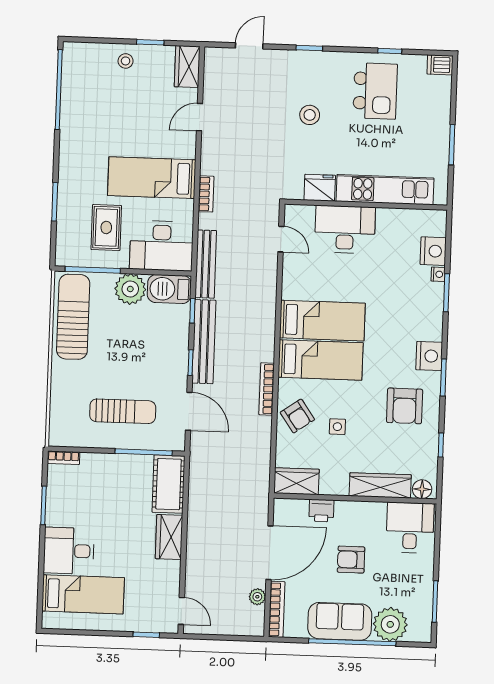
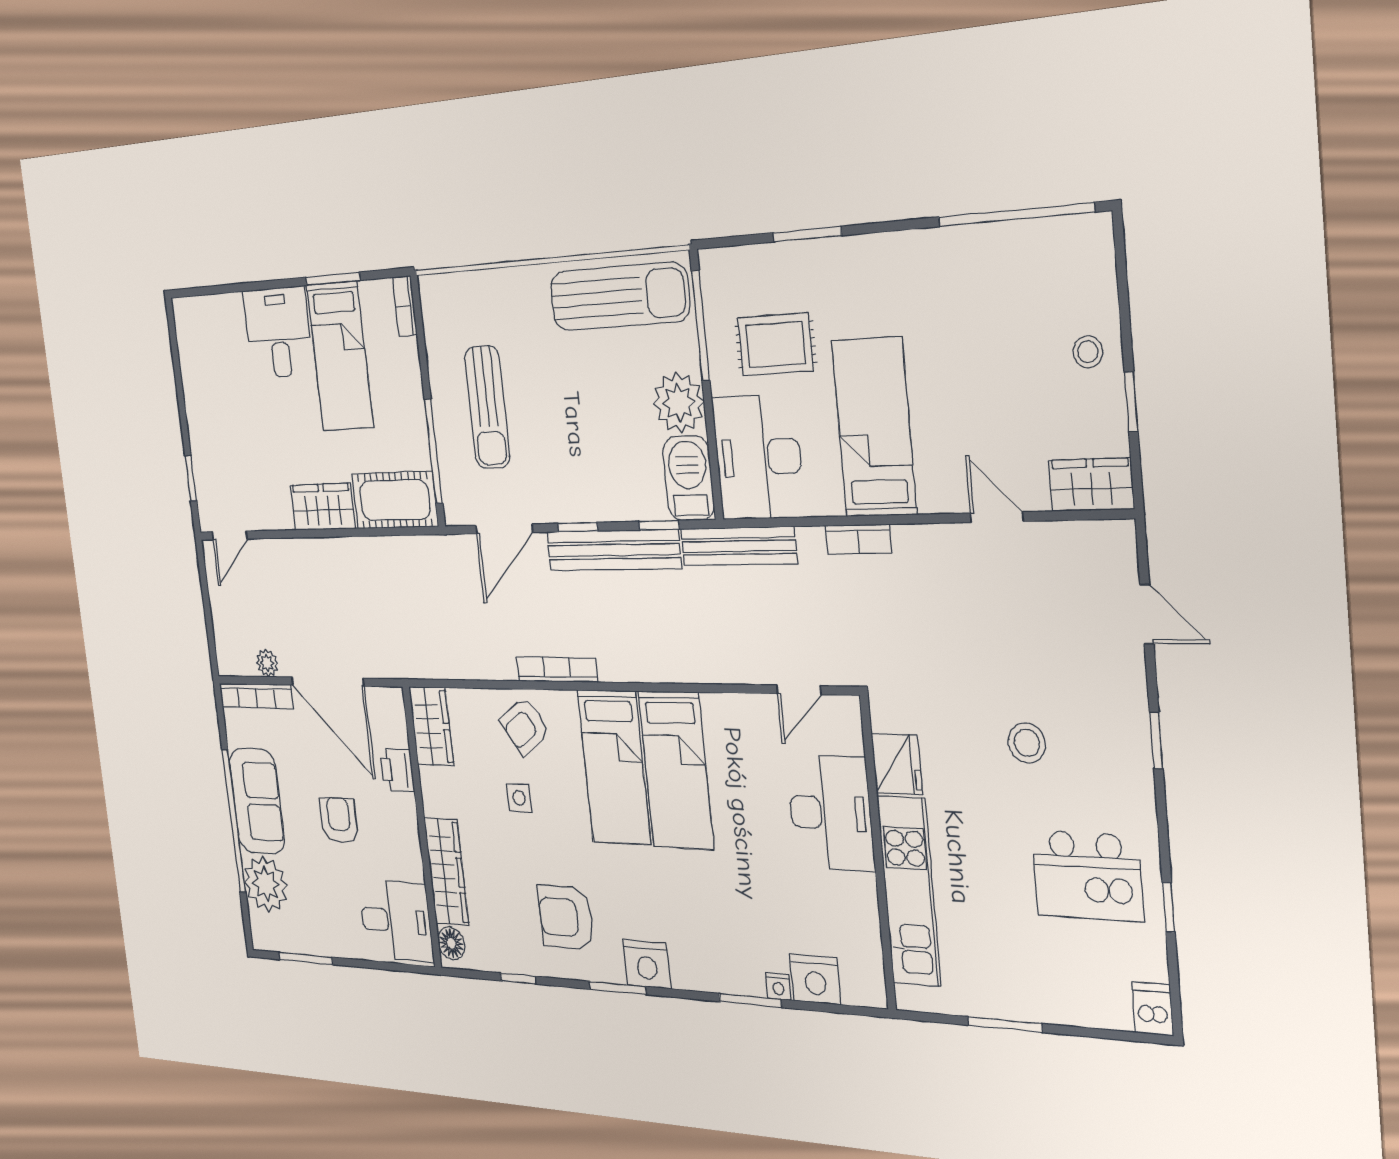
bed: (83, 594) -> (340, 356), moved

